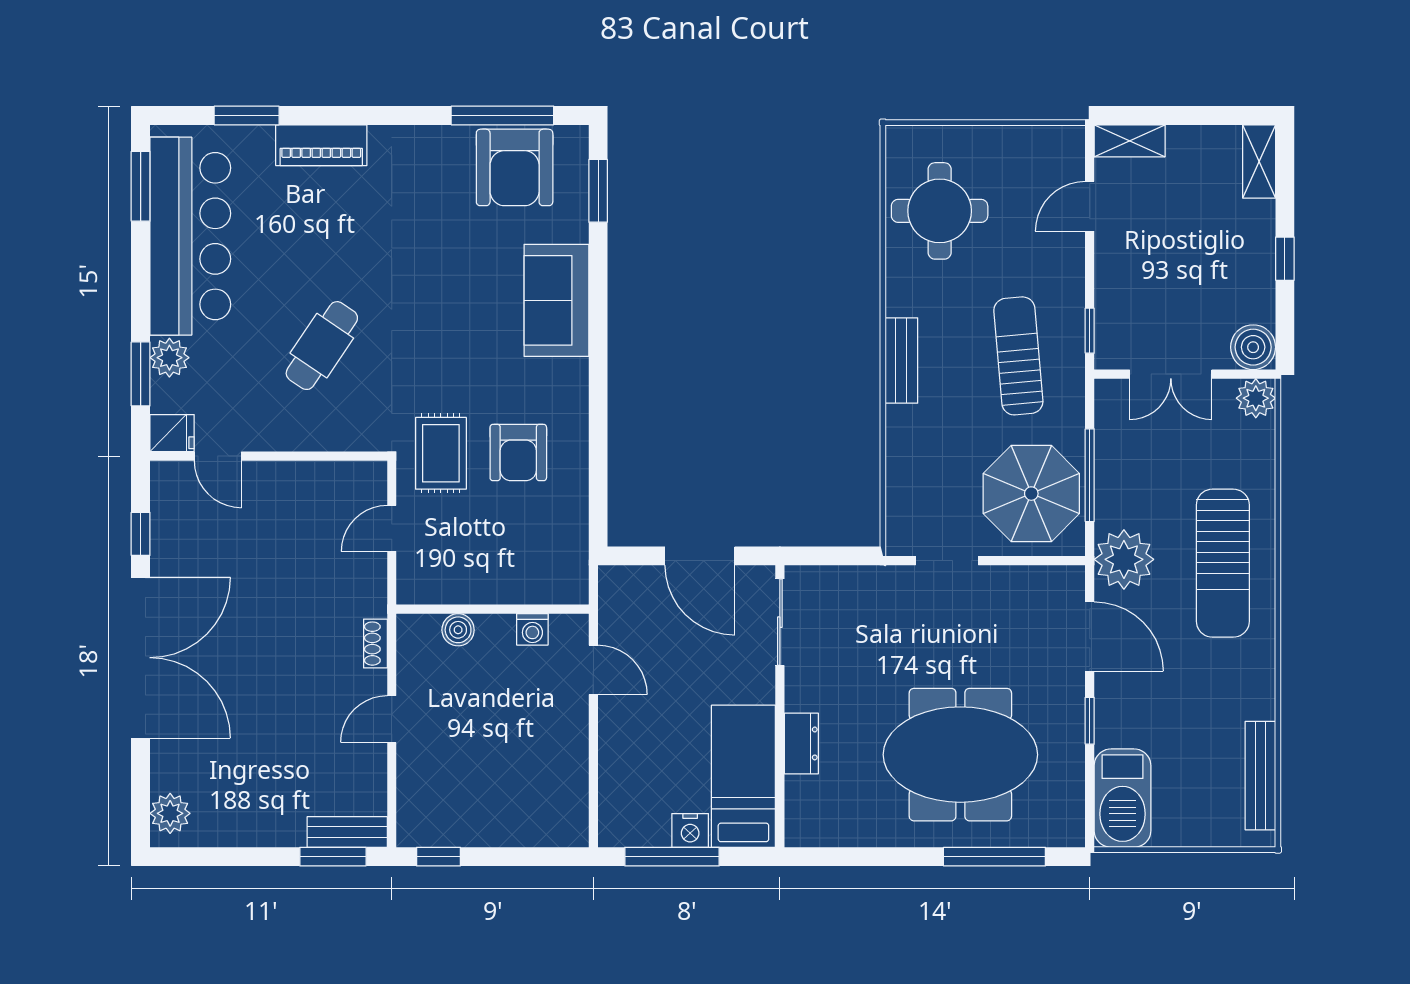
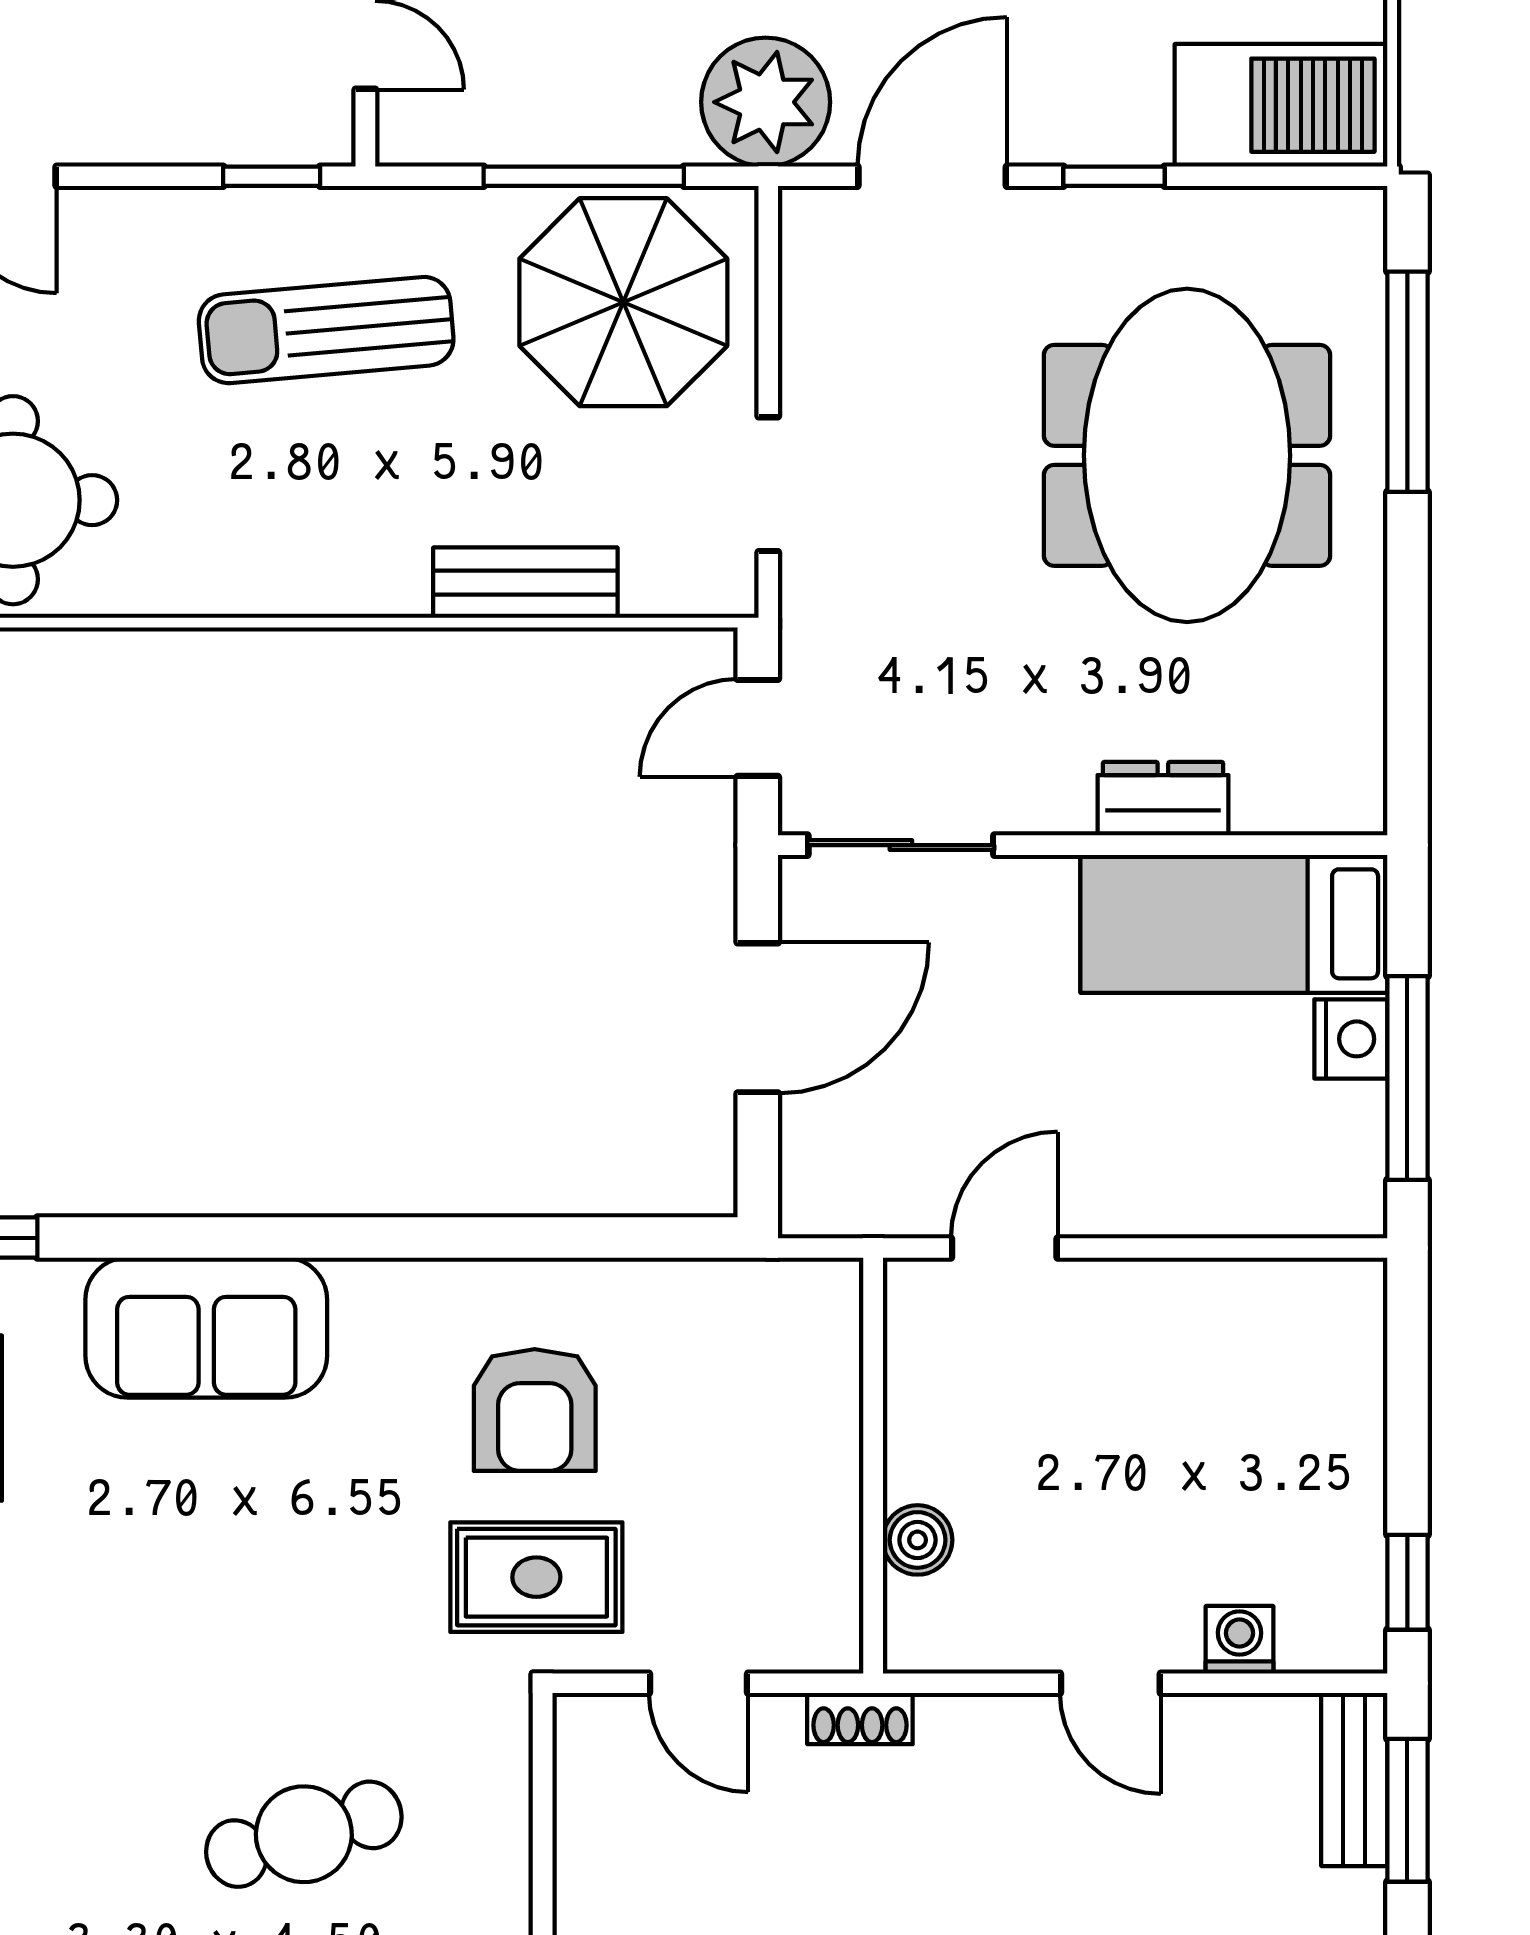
cafe table: (322, 346) -> (304, 1834), turned -50
bench: (901, 361) -> (525, 583), moved
armchair: (518, 453) -> (535, 1410), turned 90
door: (834, 556) -> (758, 728), added
washing machine: (532, 629) -> (1239, 1640), moved, turned -90
shoe rack: (375, 644) -> (860, 1719), moved

